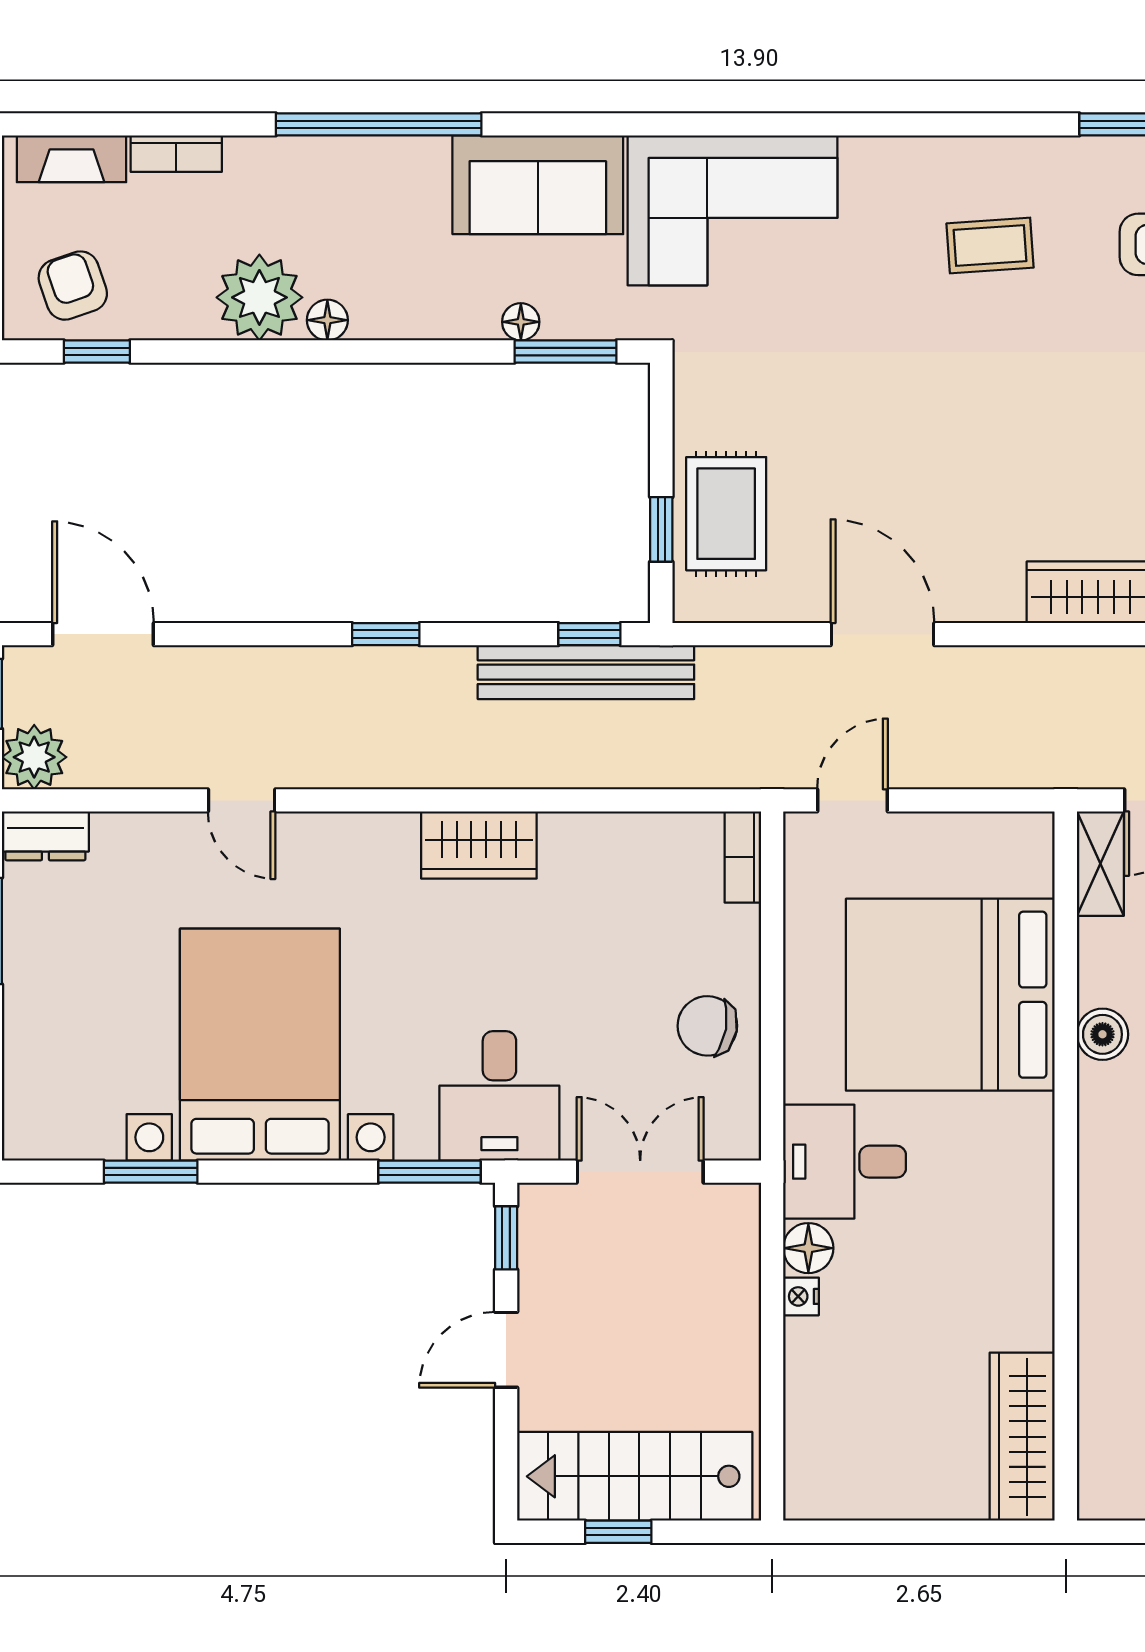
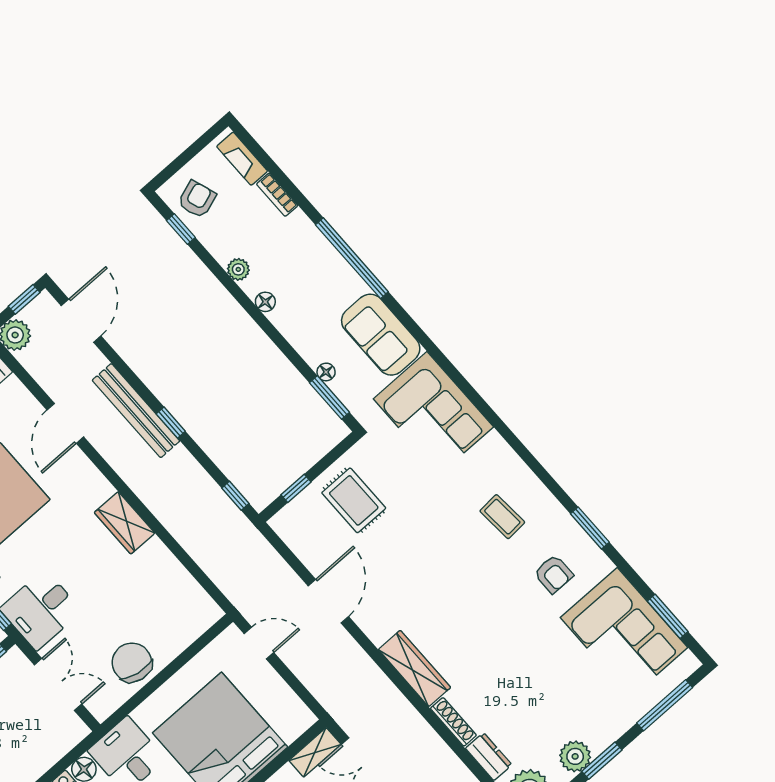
plant: (259, 297) -> (238, 269), width x0.53, depth x0.53
rug: (726, 514) -> (354, 500), moved, turned 90
bench: (586, 672) -> (136, 411), moved
door: (242, 800) -> (65, 423), width x1.38
bookcase: (743, 857) -> (204, 622), removed
chair: (707, 1026) -> (132, 662), width x1.37, depth x1.37

